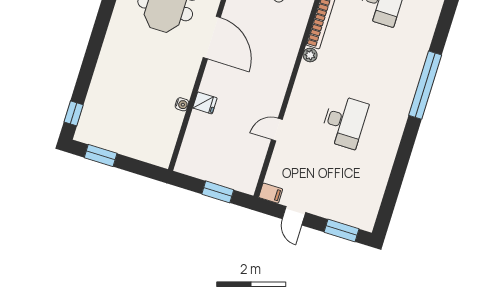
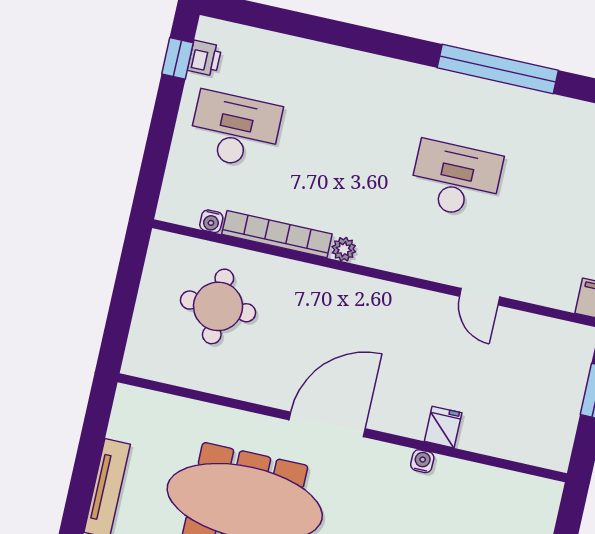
window: (425, 85) -> (498, 69), moved
water cooler: (182, 104) -> (422, 461), moved

